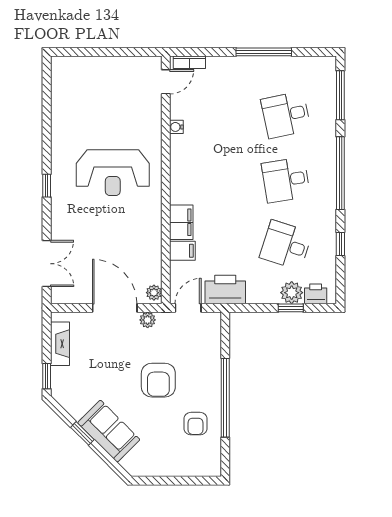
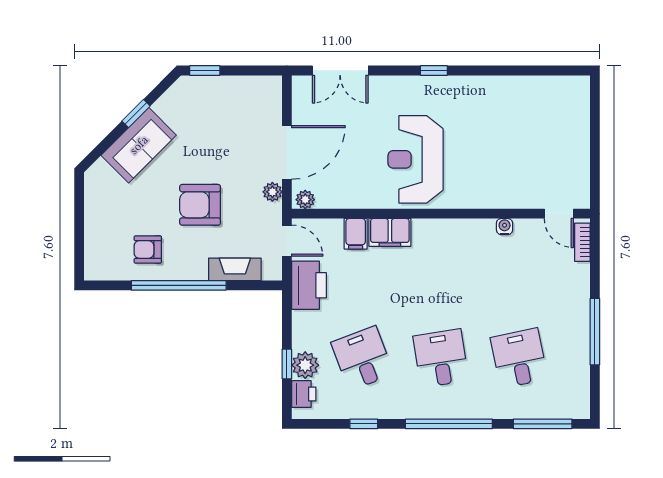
reception desk: (113, 173) -> (416, 159), moved
desk: (286, 245) -> (362, 358), turned -39
fireplace: (60, 344) -> (235, 269), moved, turned 180

